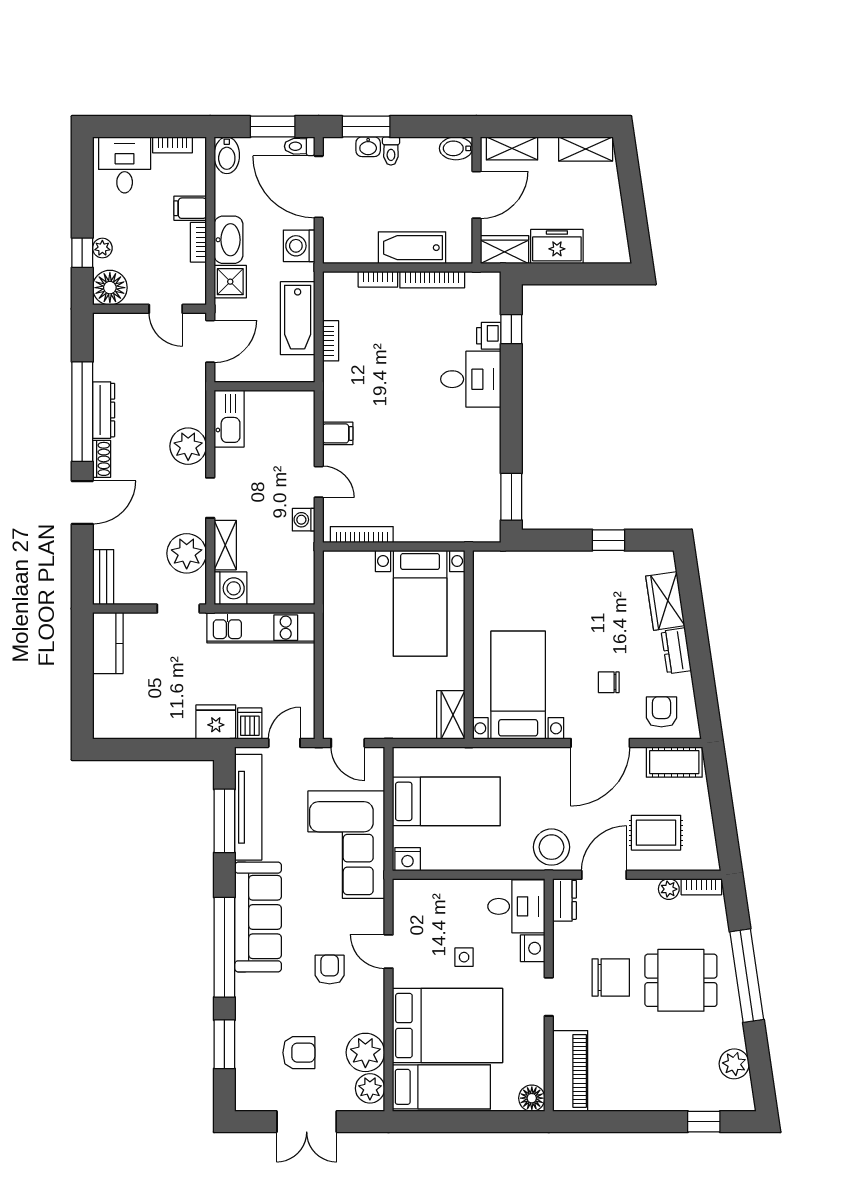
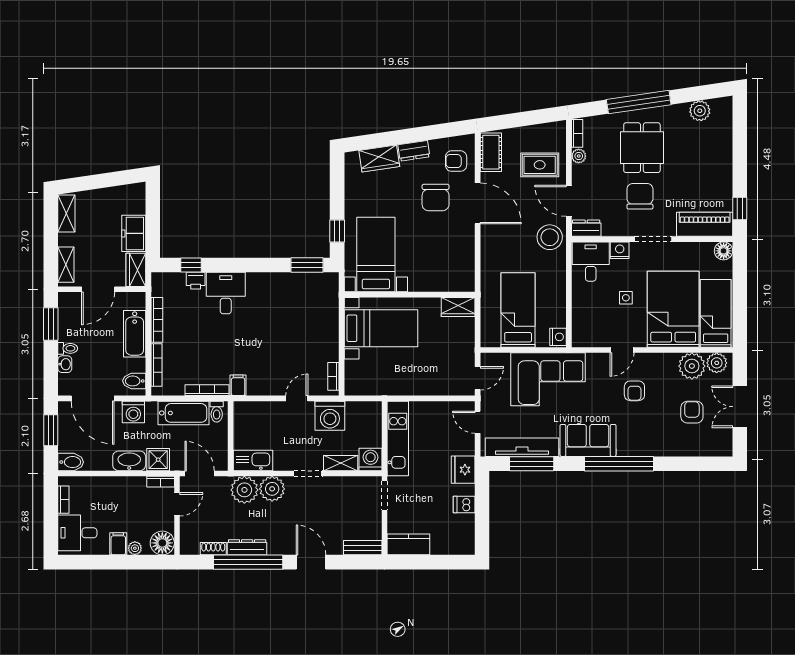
window: (366, 127) -> (51, 324), moved
toilet: (300, 146) -> (217, 412), moved
bidet: (456, 148) -> (134, 381), moved, turned 90
door: (319, 187) -> (93, 398), hinge flipped
door: (476, 195) -> (98, 289), swing flipped
filing cabinet: (190, 208) -> (118, 544), moved, turned 180
bookcase: (198, 242) -> (161, 482), moved
window: (82, 253) -> (138, 562), removed
bookcase: (378, 279) -> (156, 365), width x1.56
bookcase: (331, 341) -> (207, 390), width x1.56
filing cabinet: (338, 433) -> (238, 385), moved
shoe rack: (102, 459) -> (213, 549), moved
washing machine: (304, 520) -> (330, 416), width x1.89, depth x1.89
bookcase: (362, 535) -> (333, 376), width x0.64
window: (608, 540) -> (337, 231), moved
plant: (187, 553) -> (244, 490), moved
chair: (609, 682) -> (436, 198), width x1.87, depth x1.87
bed with nightstands: (518, 685) -> (376, 255), moved, turned 90
dishwasher: (250, 724) -> (464, 505), moved
rug: (656, 833) -> (540, 165), turned 90
sofa: (258, 917) -> (588, 440), width x0.73
armchair: (330, 970) -> (634, 391), turned -90
doorway: (549, 997) -> (653, 239), width x1.38
window: (224, 1044) -> (686, 464), removed
double door: (307, 1122) -> (740, 407), swing flipped
window: (704, 1122) -> (740, 208), moved

